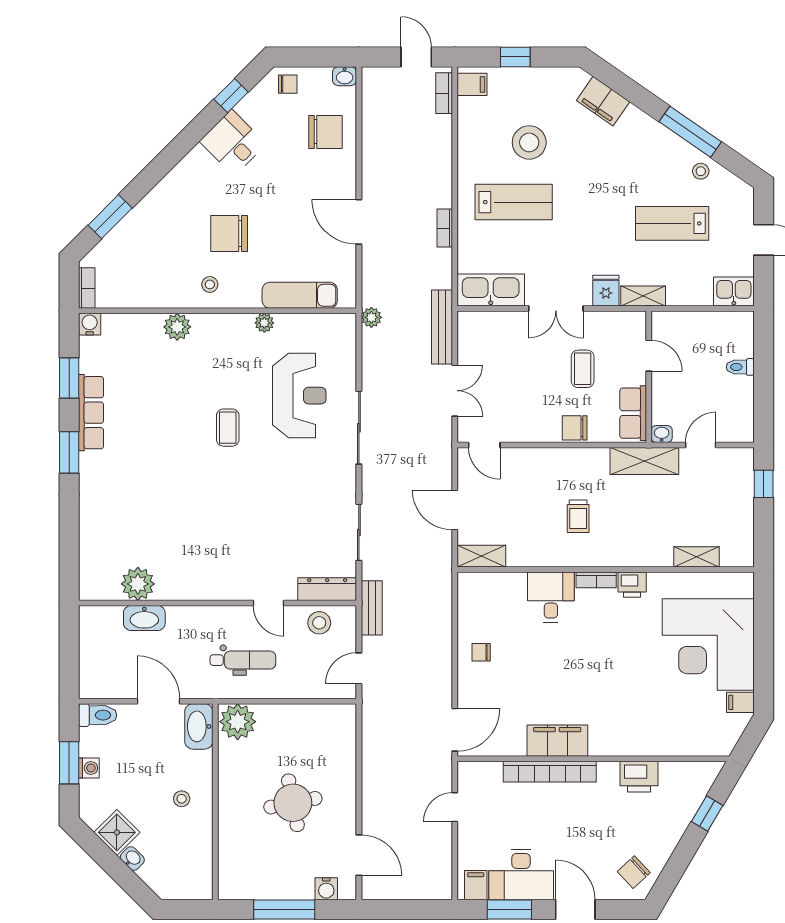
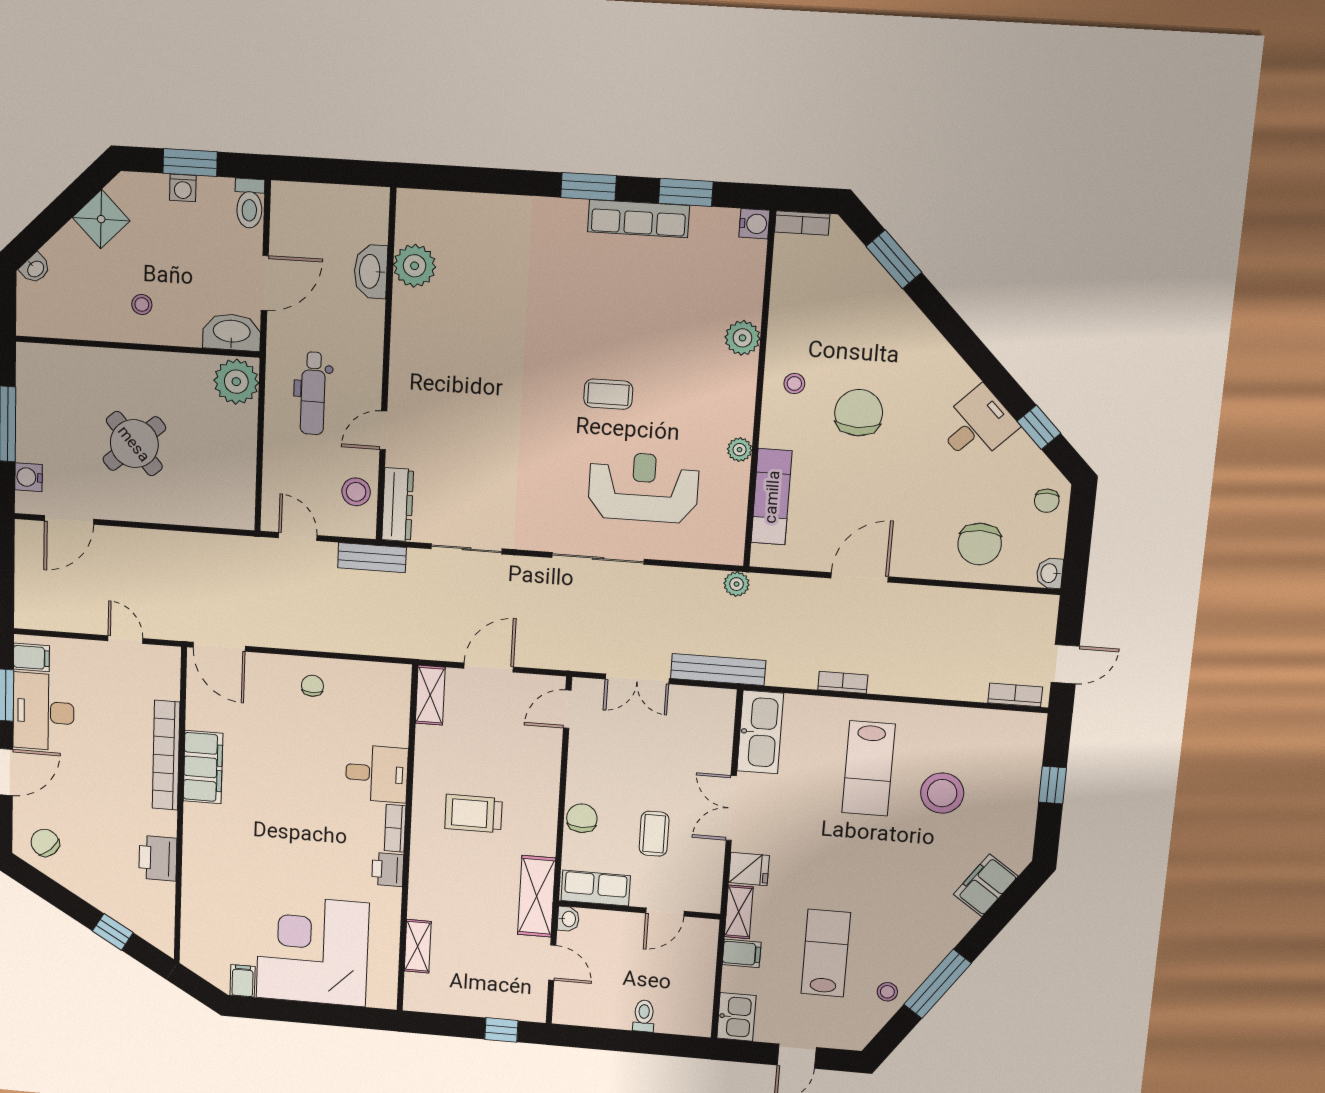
filing cabinet: (472, 84) -> (742, 953), moved, turned -90
coffee table: (583, 369) -> (654, 834), turned 90
reception desk: (299, 396) -> (643, 487), turned 180
trolley: (578, 516) -> (473, 814), width x1.36, depth x1.39
round table: (293, 803) -> (134, 444), turned -30
washbasin: (132, 858) -> (35, 269), moved

